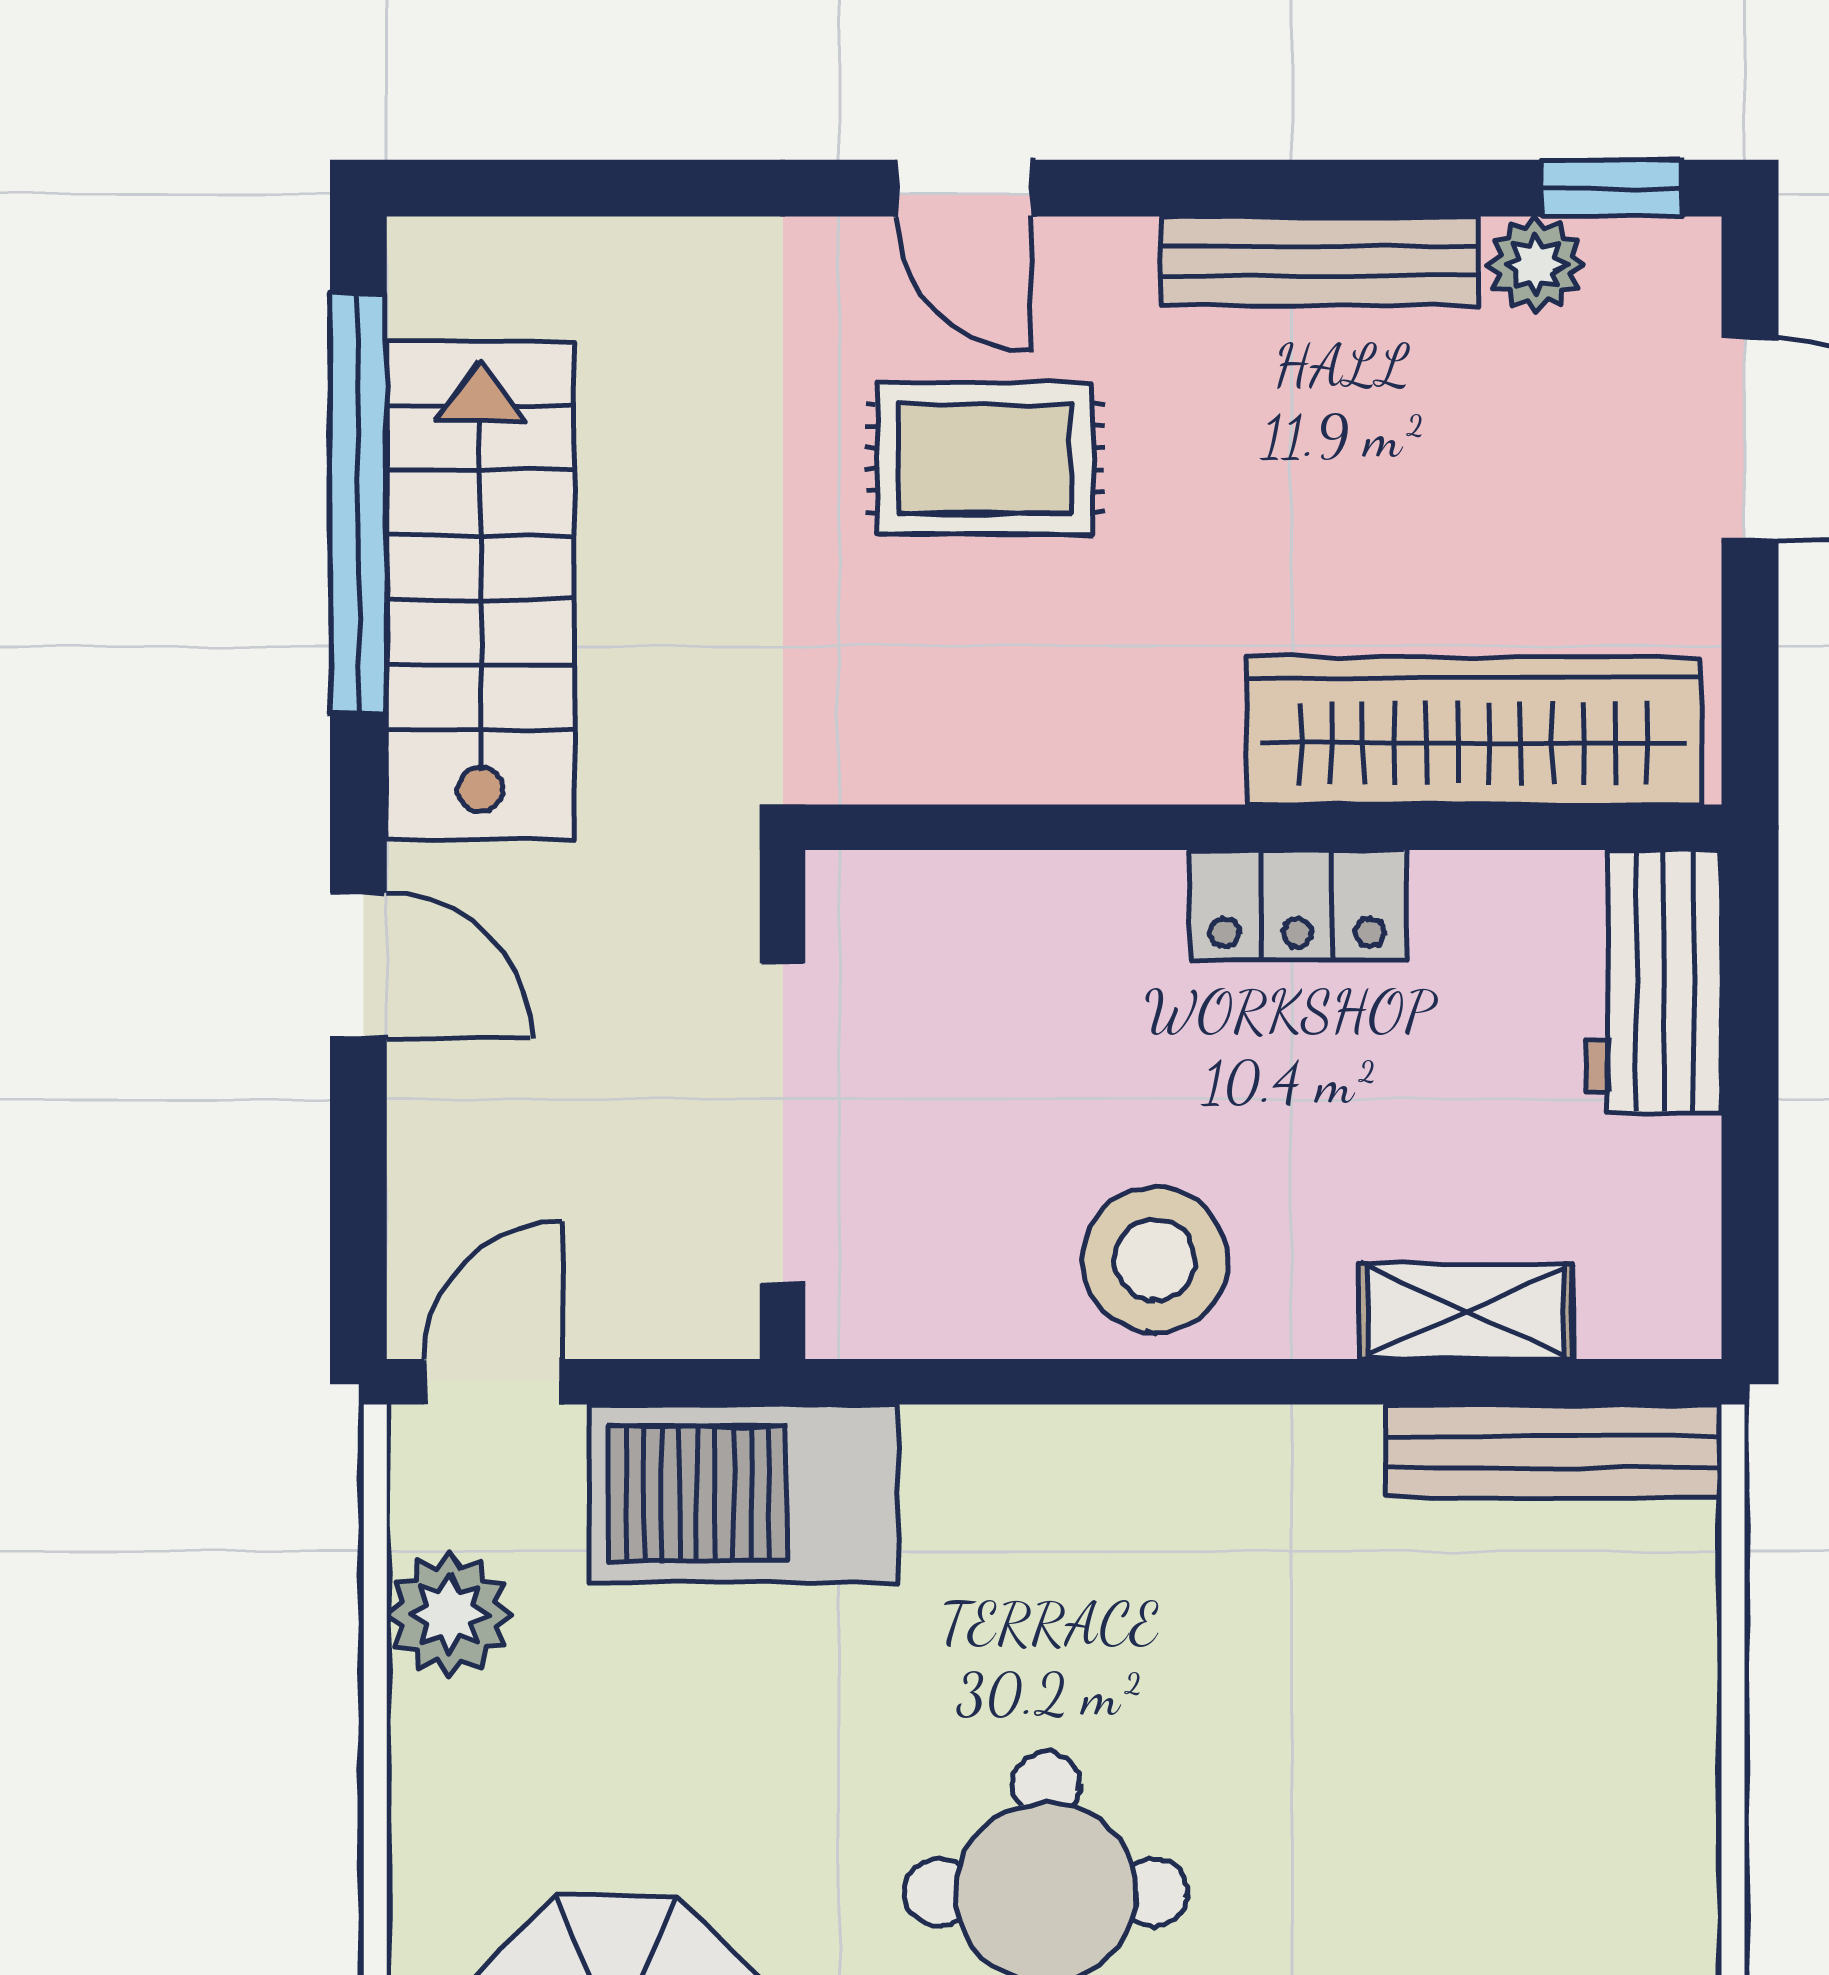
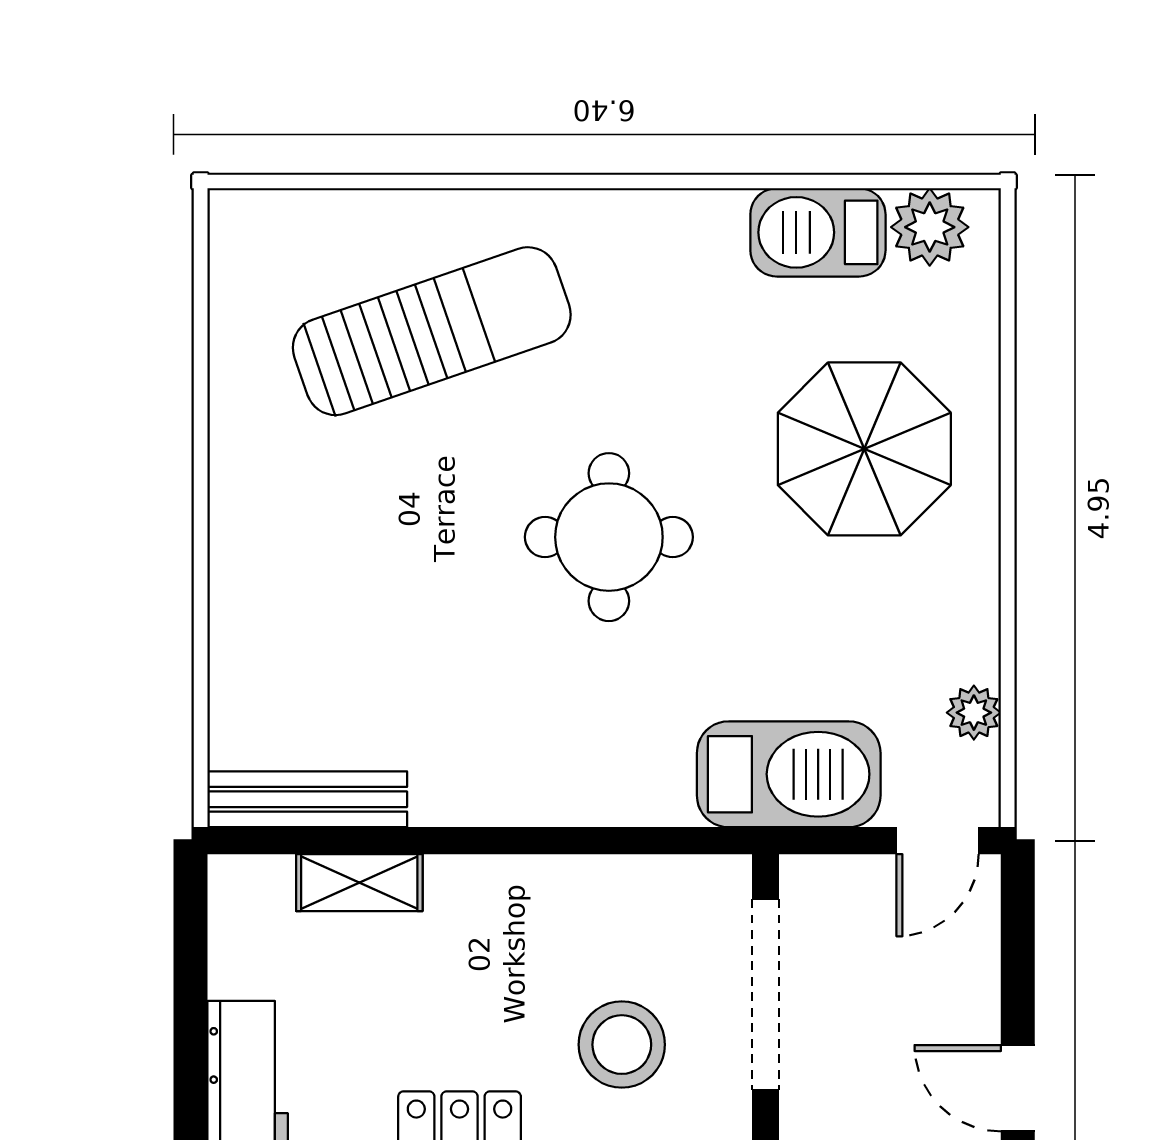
stool: (1155, 1260) -> (622, 1045), moved
plant: (449, 1614) -> (974, 713), width x0.73, depth x0.73

